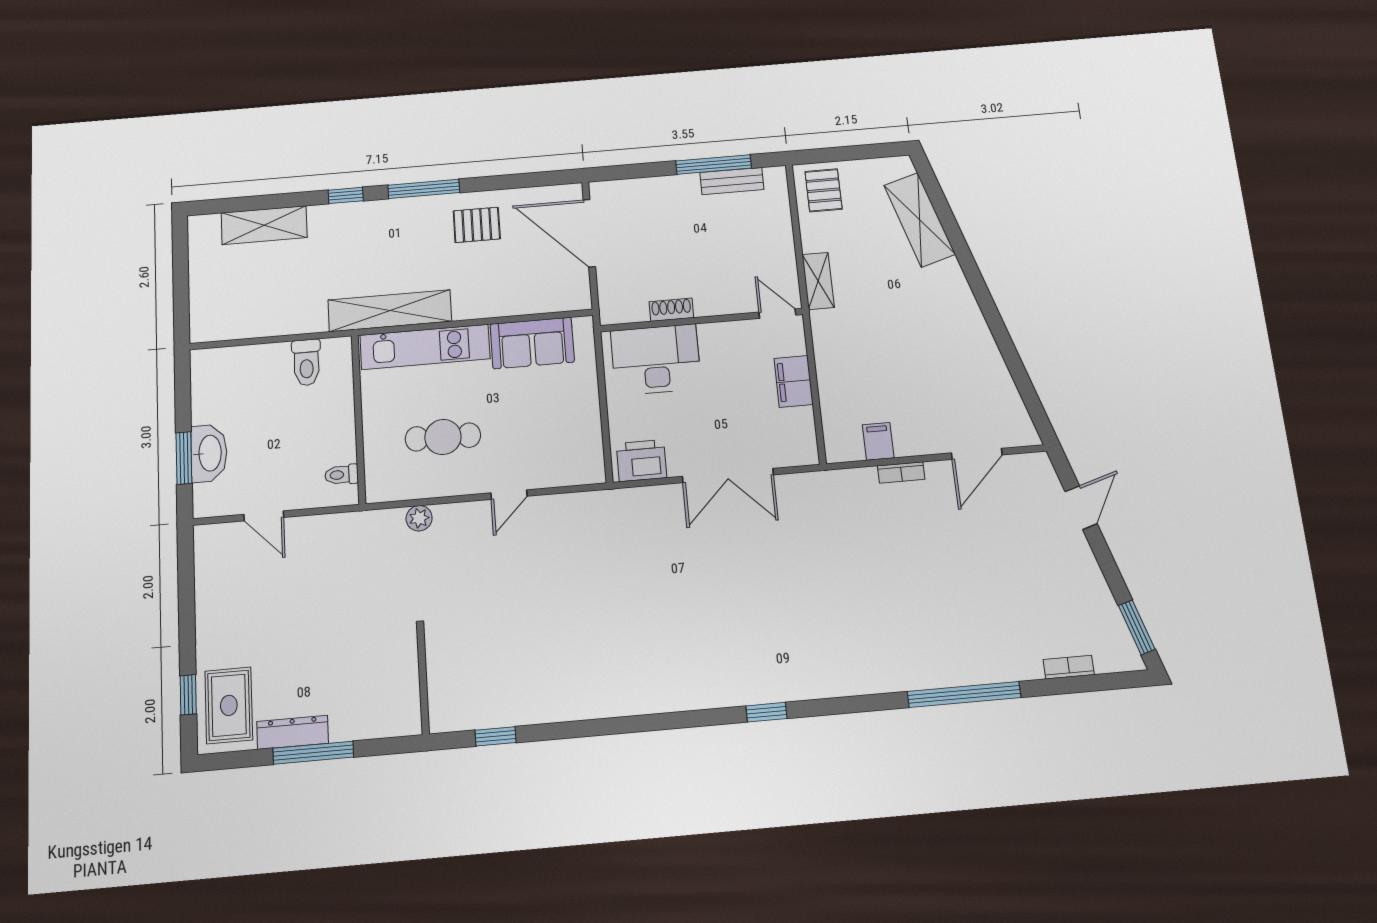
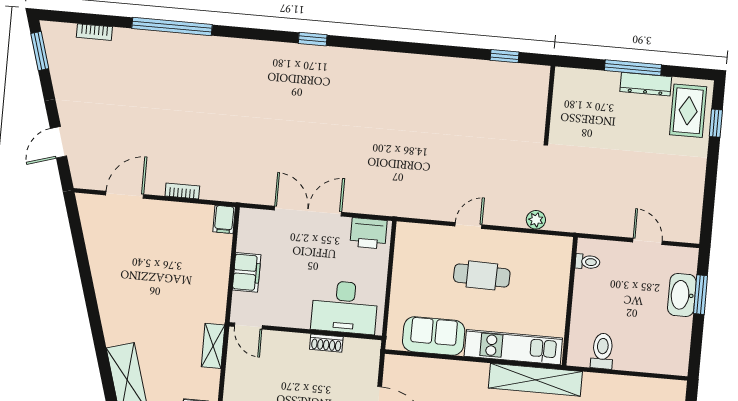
cafe table: (443, 437) -> (482, 275), moved
filing cabinet: (878, 441) -> (224, 219), moved

